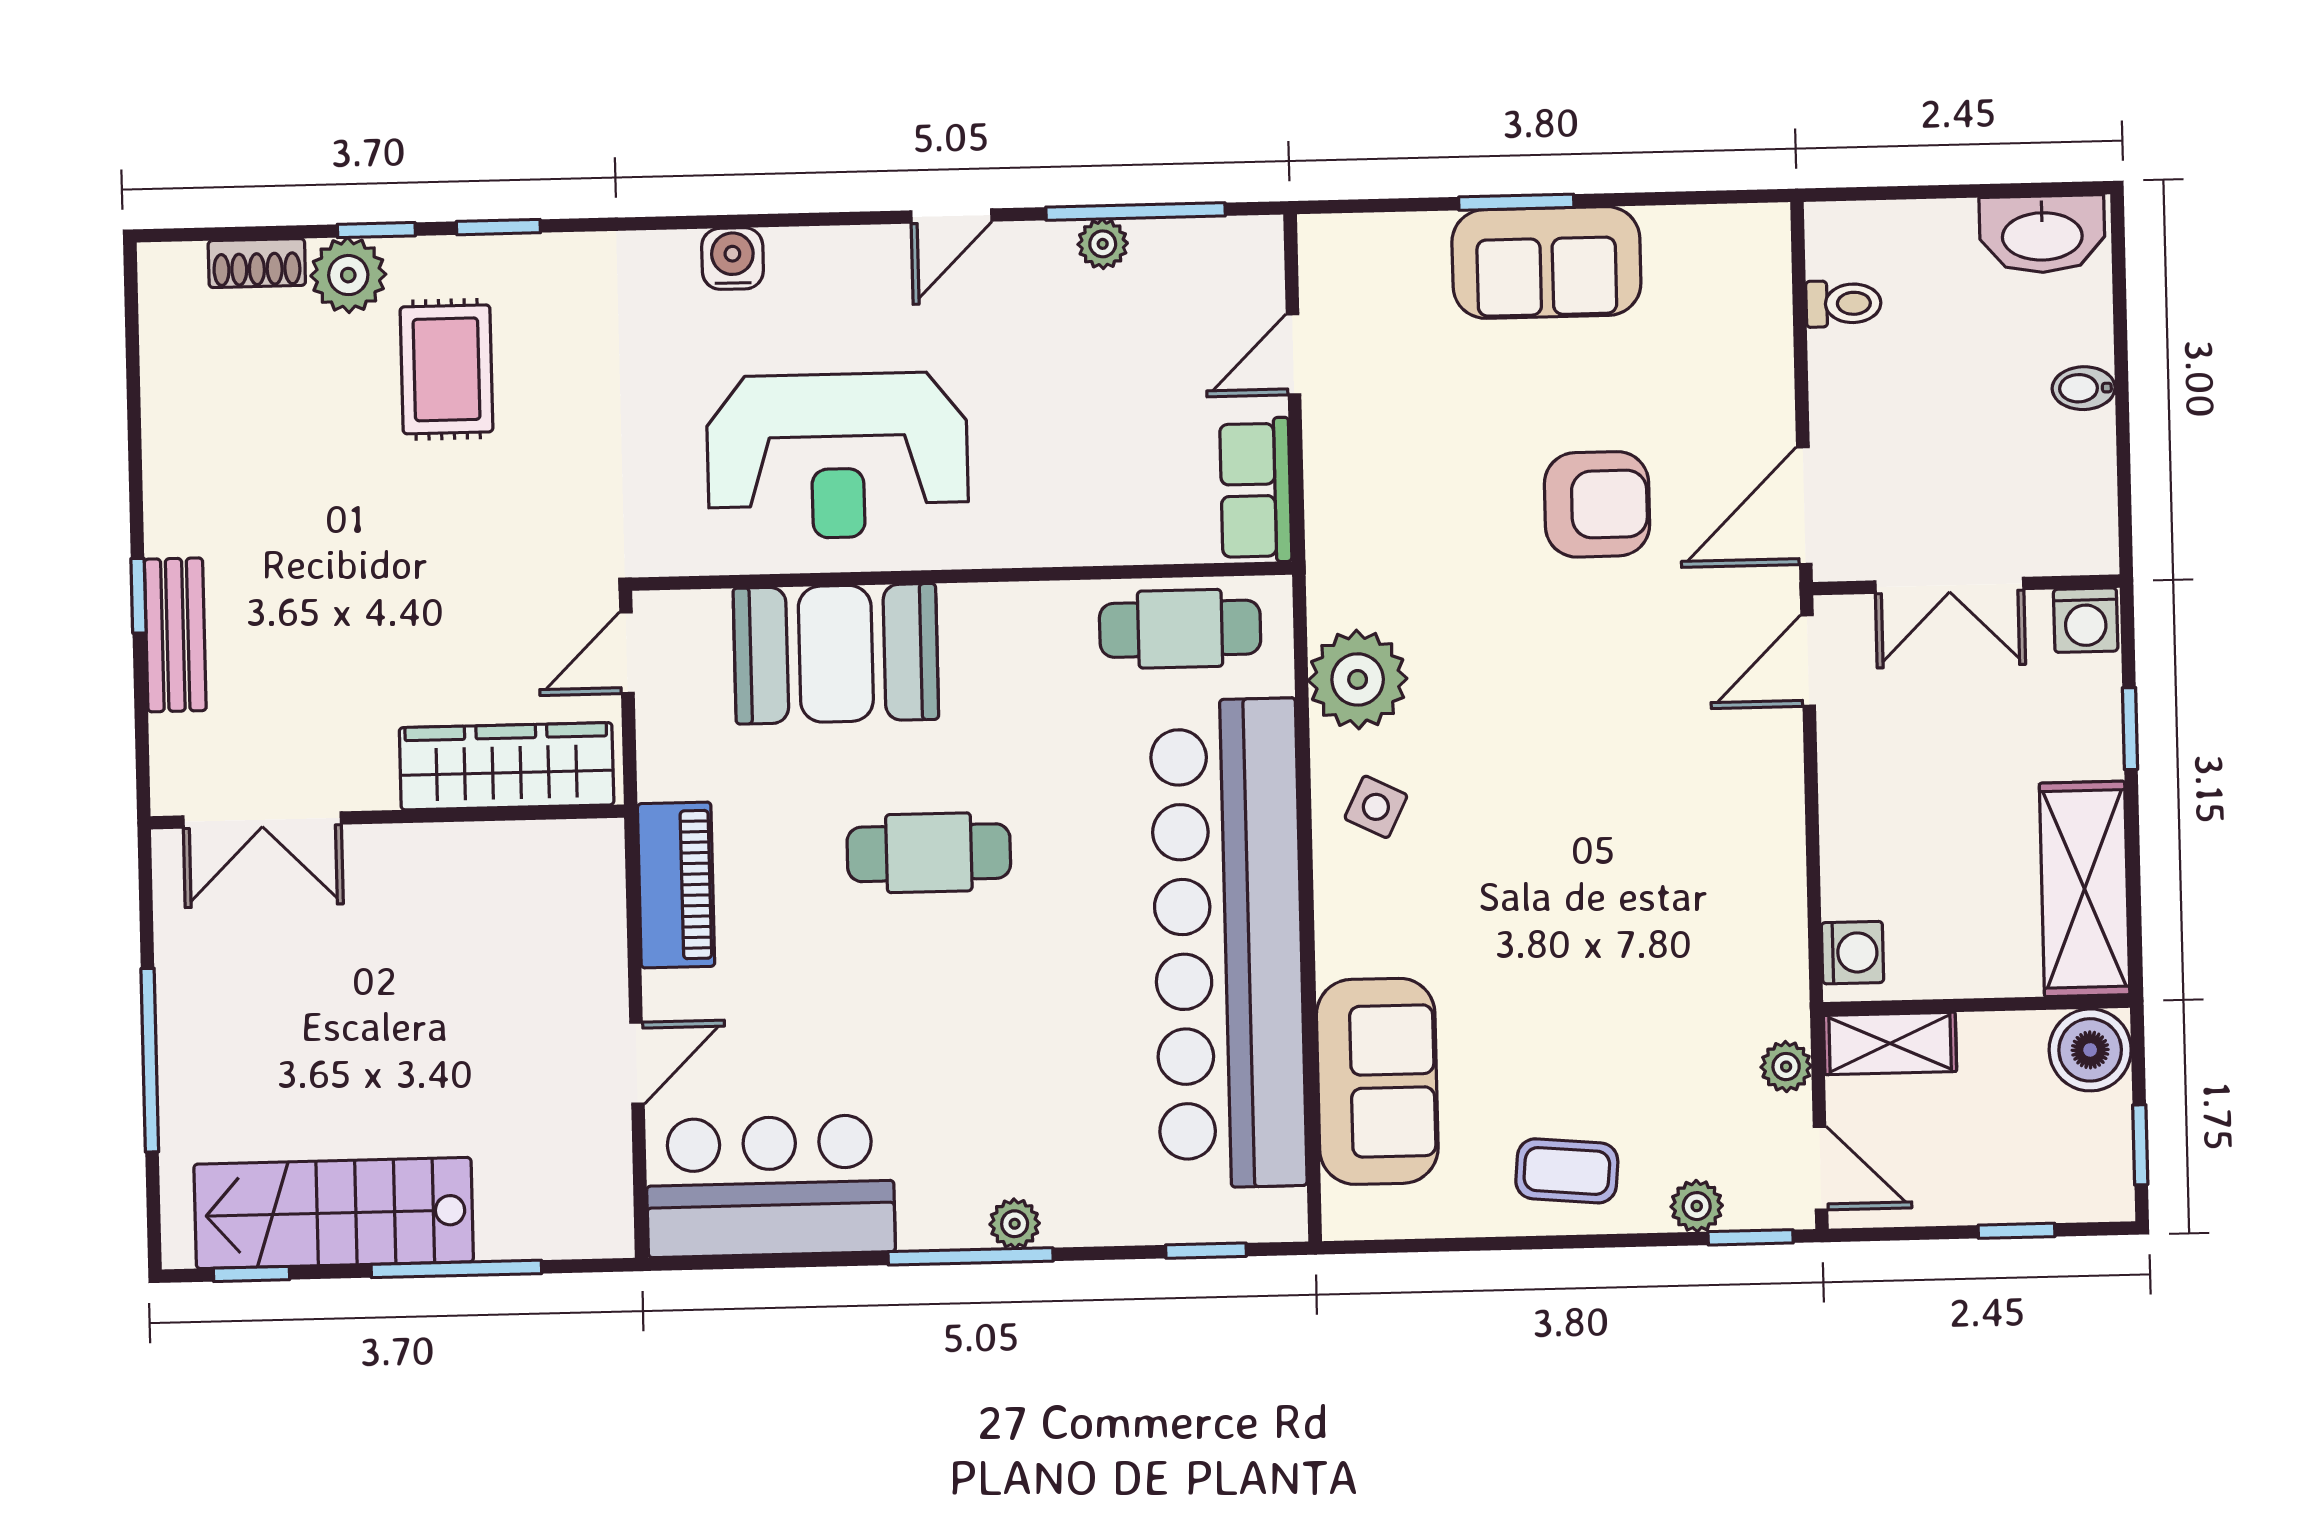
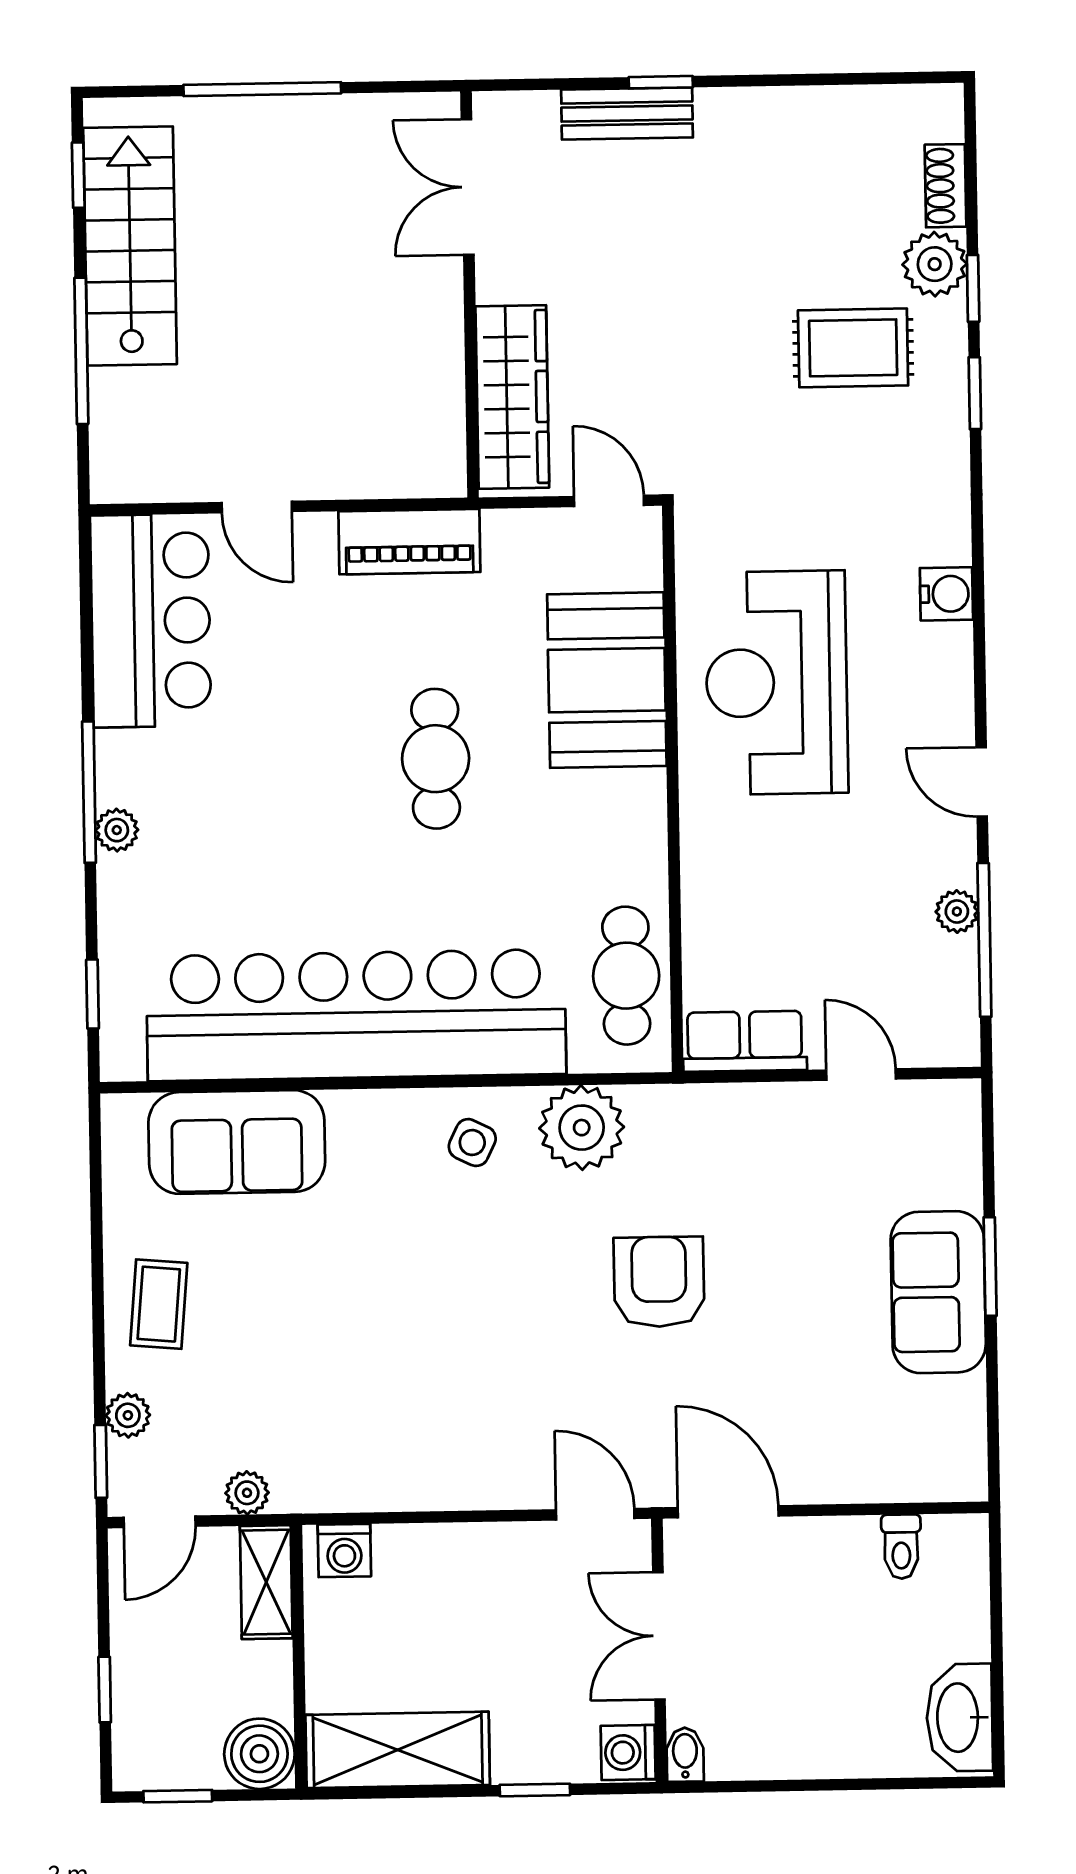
bidet: (2084, 388) -> (685, 1755), moved
armchair: (1597, 504) -> (659, 1282), moved, turned 180

